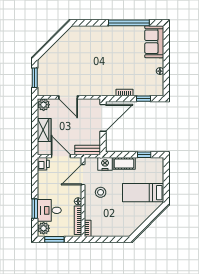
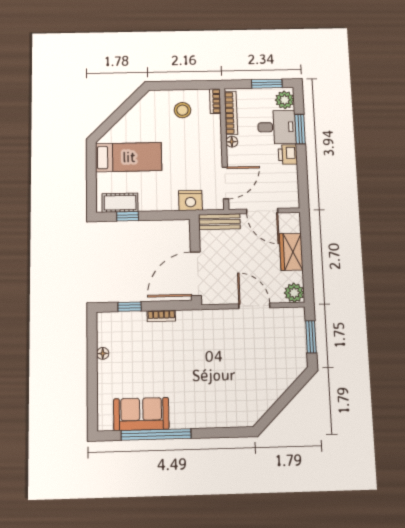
sofa: (154, 42) -> (141, 414), moved, turned -90
cot: (124, 163) -> (120, 203), moved
printer: (43, 164) -> (288, 155), moved
stool: (101, 192) -> (182, 110), moved

